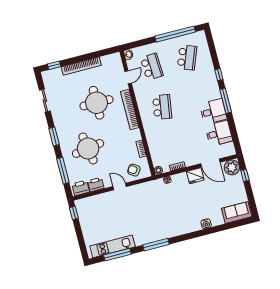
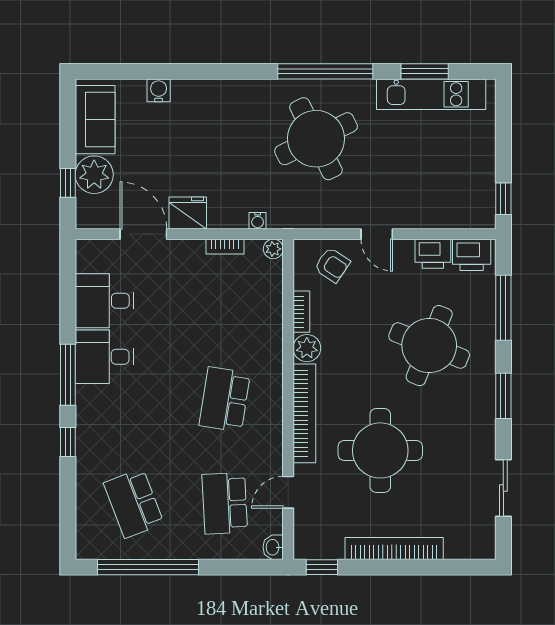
school desk: (187, 57) -> (134, 503), turned -42
window: (54, 65) -> (322, 567), moved
plant: (135, 135) -> (307, 348), added
round table: (88, 148) -> (429, 346), turned 31
plant: (232, 167) -> (94, 175), moved
sofa: (237, 212) -> (95, 120), moved, turned -90
round table: (153, 218) -> (316, 139), added
water cooler: (206, 224) -> (159, 90), moved
window: (156, 245) -> (325, 71), width x1.46
window: (117, 255) -> (425, 71), width x0.69

